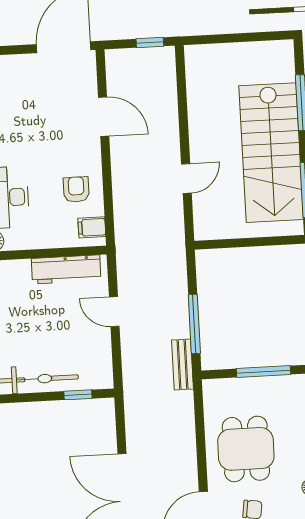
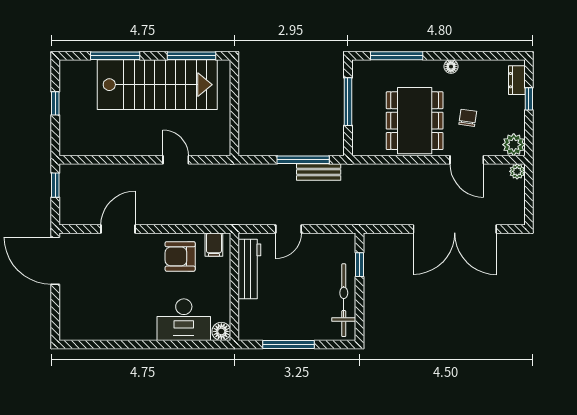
window: (243, 37) -> (55, 103), added
armchair: (76, 189) -> (180, 256), width x1.38, depth x1.38
bench: (182, 365) -> (319, 172), moved
dining table: (246, 449) -> (415, 121), width x1.37

